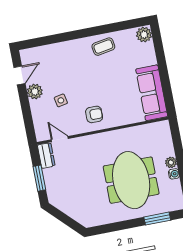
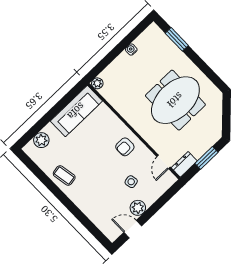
plant: (144, 35) -> (41, 140), moved
armchair: (94, 114) -> (125, 147), turned -90
plant: (171, 162) -> (97, 83), moved
meeting table: (131, 180) -> (175, 100), moved

